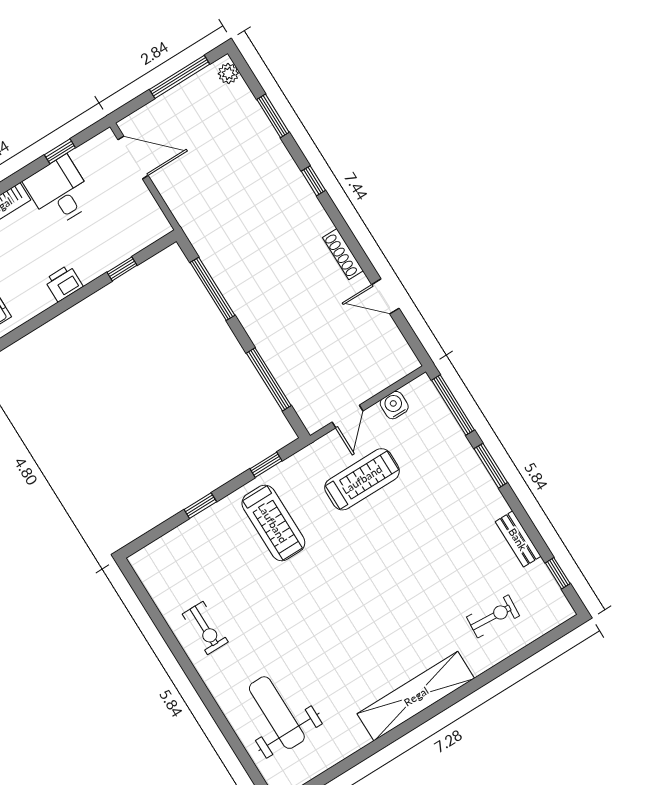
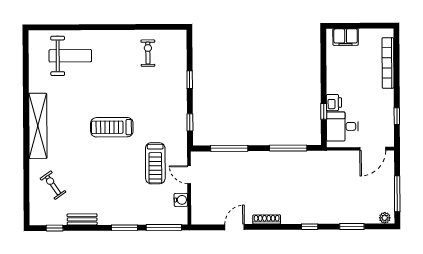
desk: (59, 191) -> (342, 126), moved, turned 180
printer: (64, 283) -> (334, 103), moved
treadmill: (273, 523) -> (112, 127), moved
exercise bike: (493, 616) -> (53, 185), turned 141
exercise bike: (205, 628) -> (148, 53), moved, turned 90

